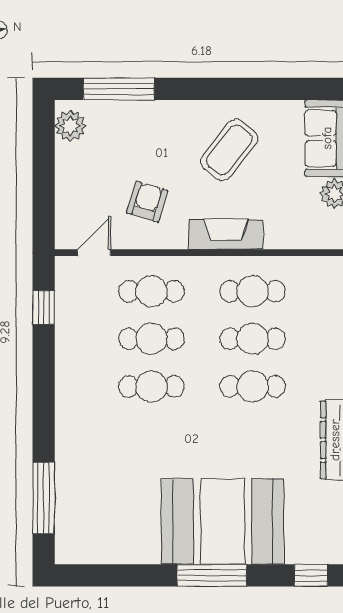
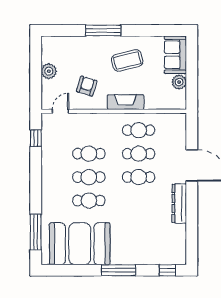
window: (119, 89) -> (103, 30), moved
plant: (70, 126) -> (49, 71), moved
coffee table: (229, 150) -> (127, 60), turned 38
cafe table: (152, 291) -> (89, 201), moved
booth: (223, 522) -> (80, 244), moved

